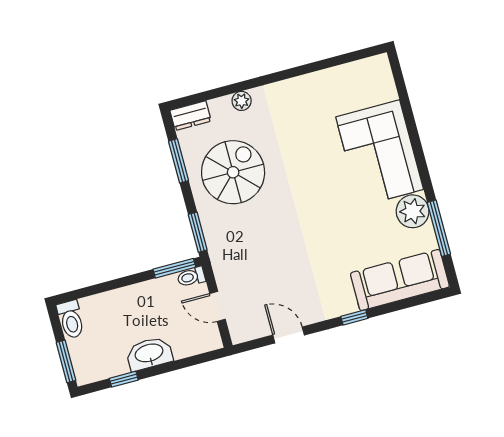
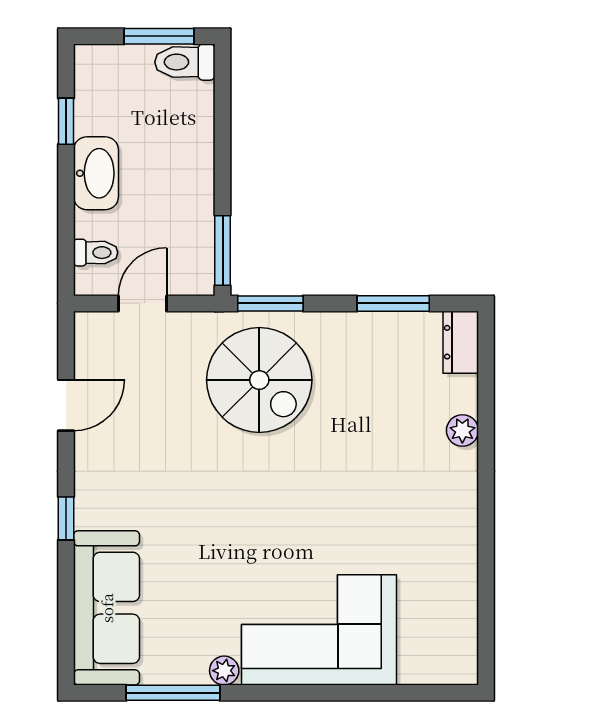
spiral stairs: (233, 172) -> (259, 380), moved
plant: (413, 211) -> (224, 671), width x0.53, depth x0.53
toilet: (191, 277) -> (96, 253), moved, turned 90
window: (66, 361) -> (159, 36), moved

